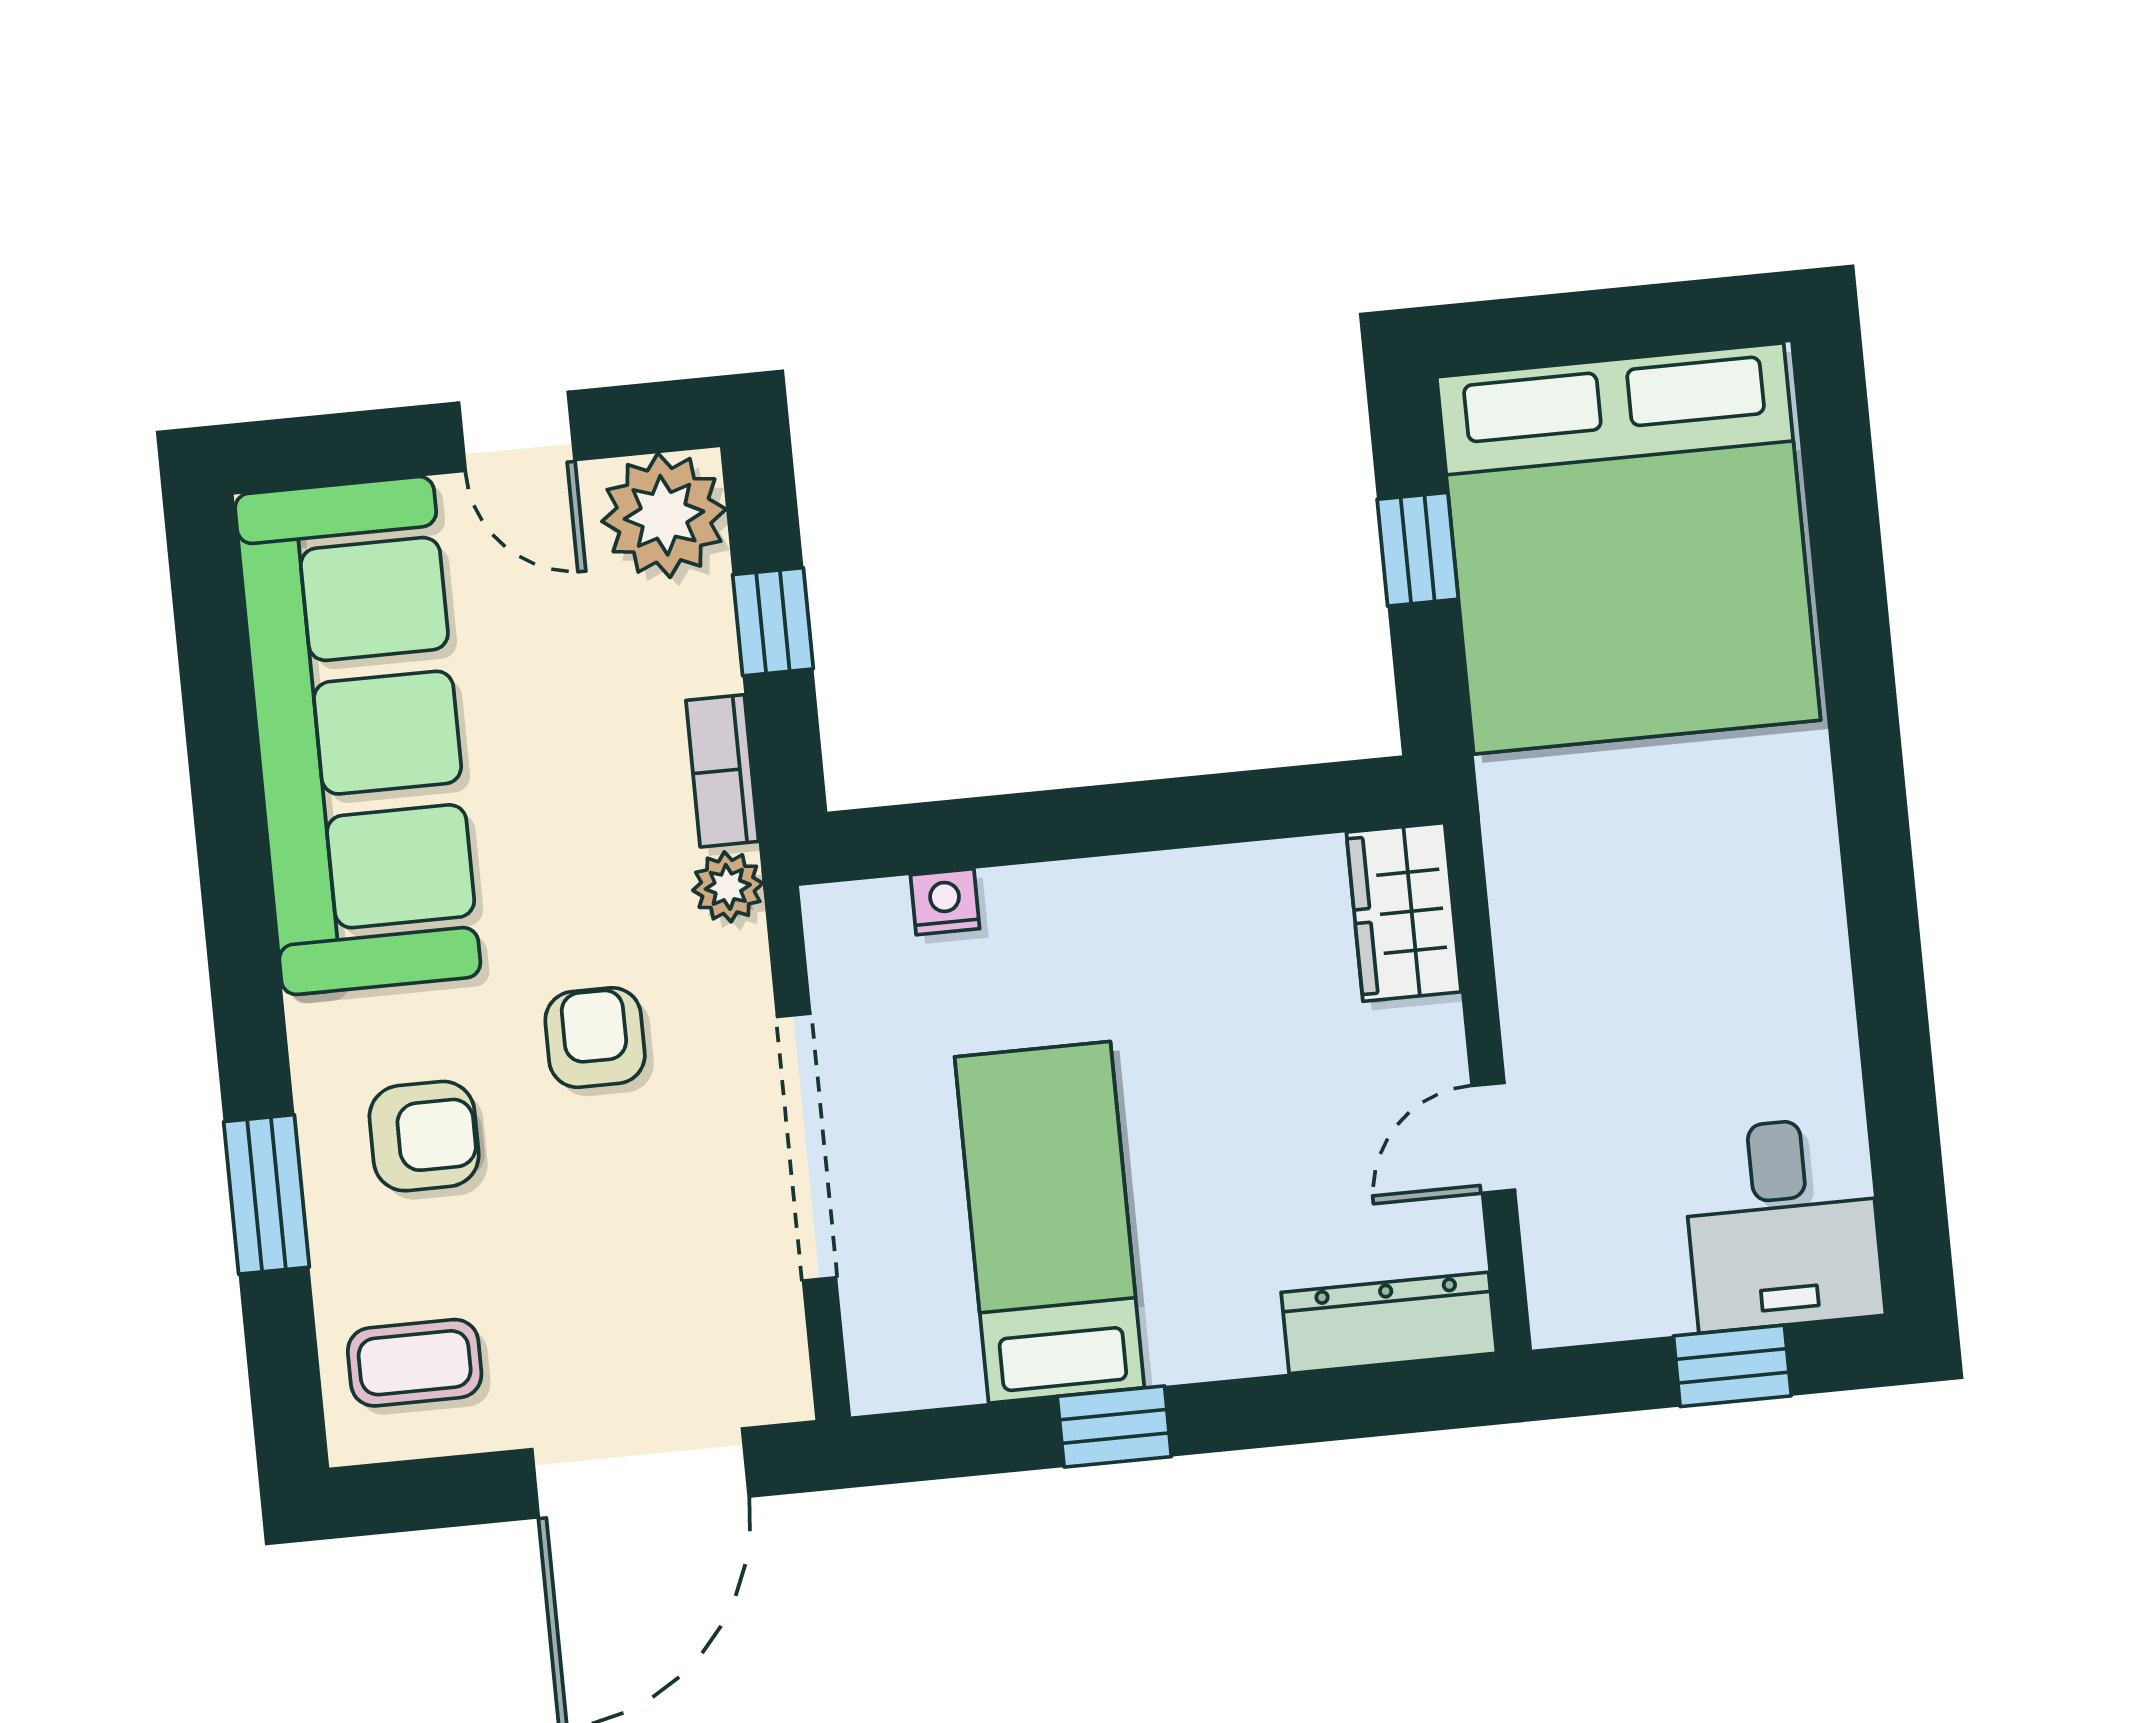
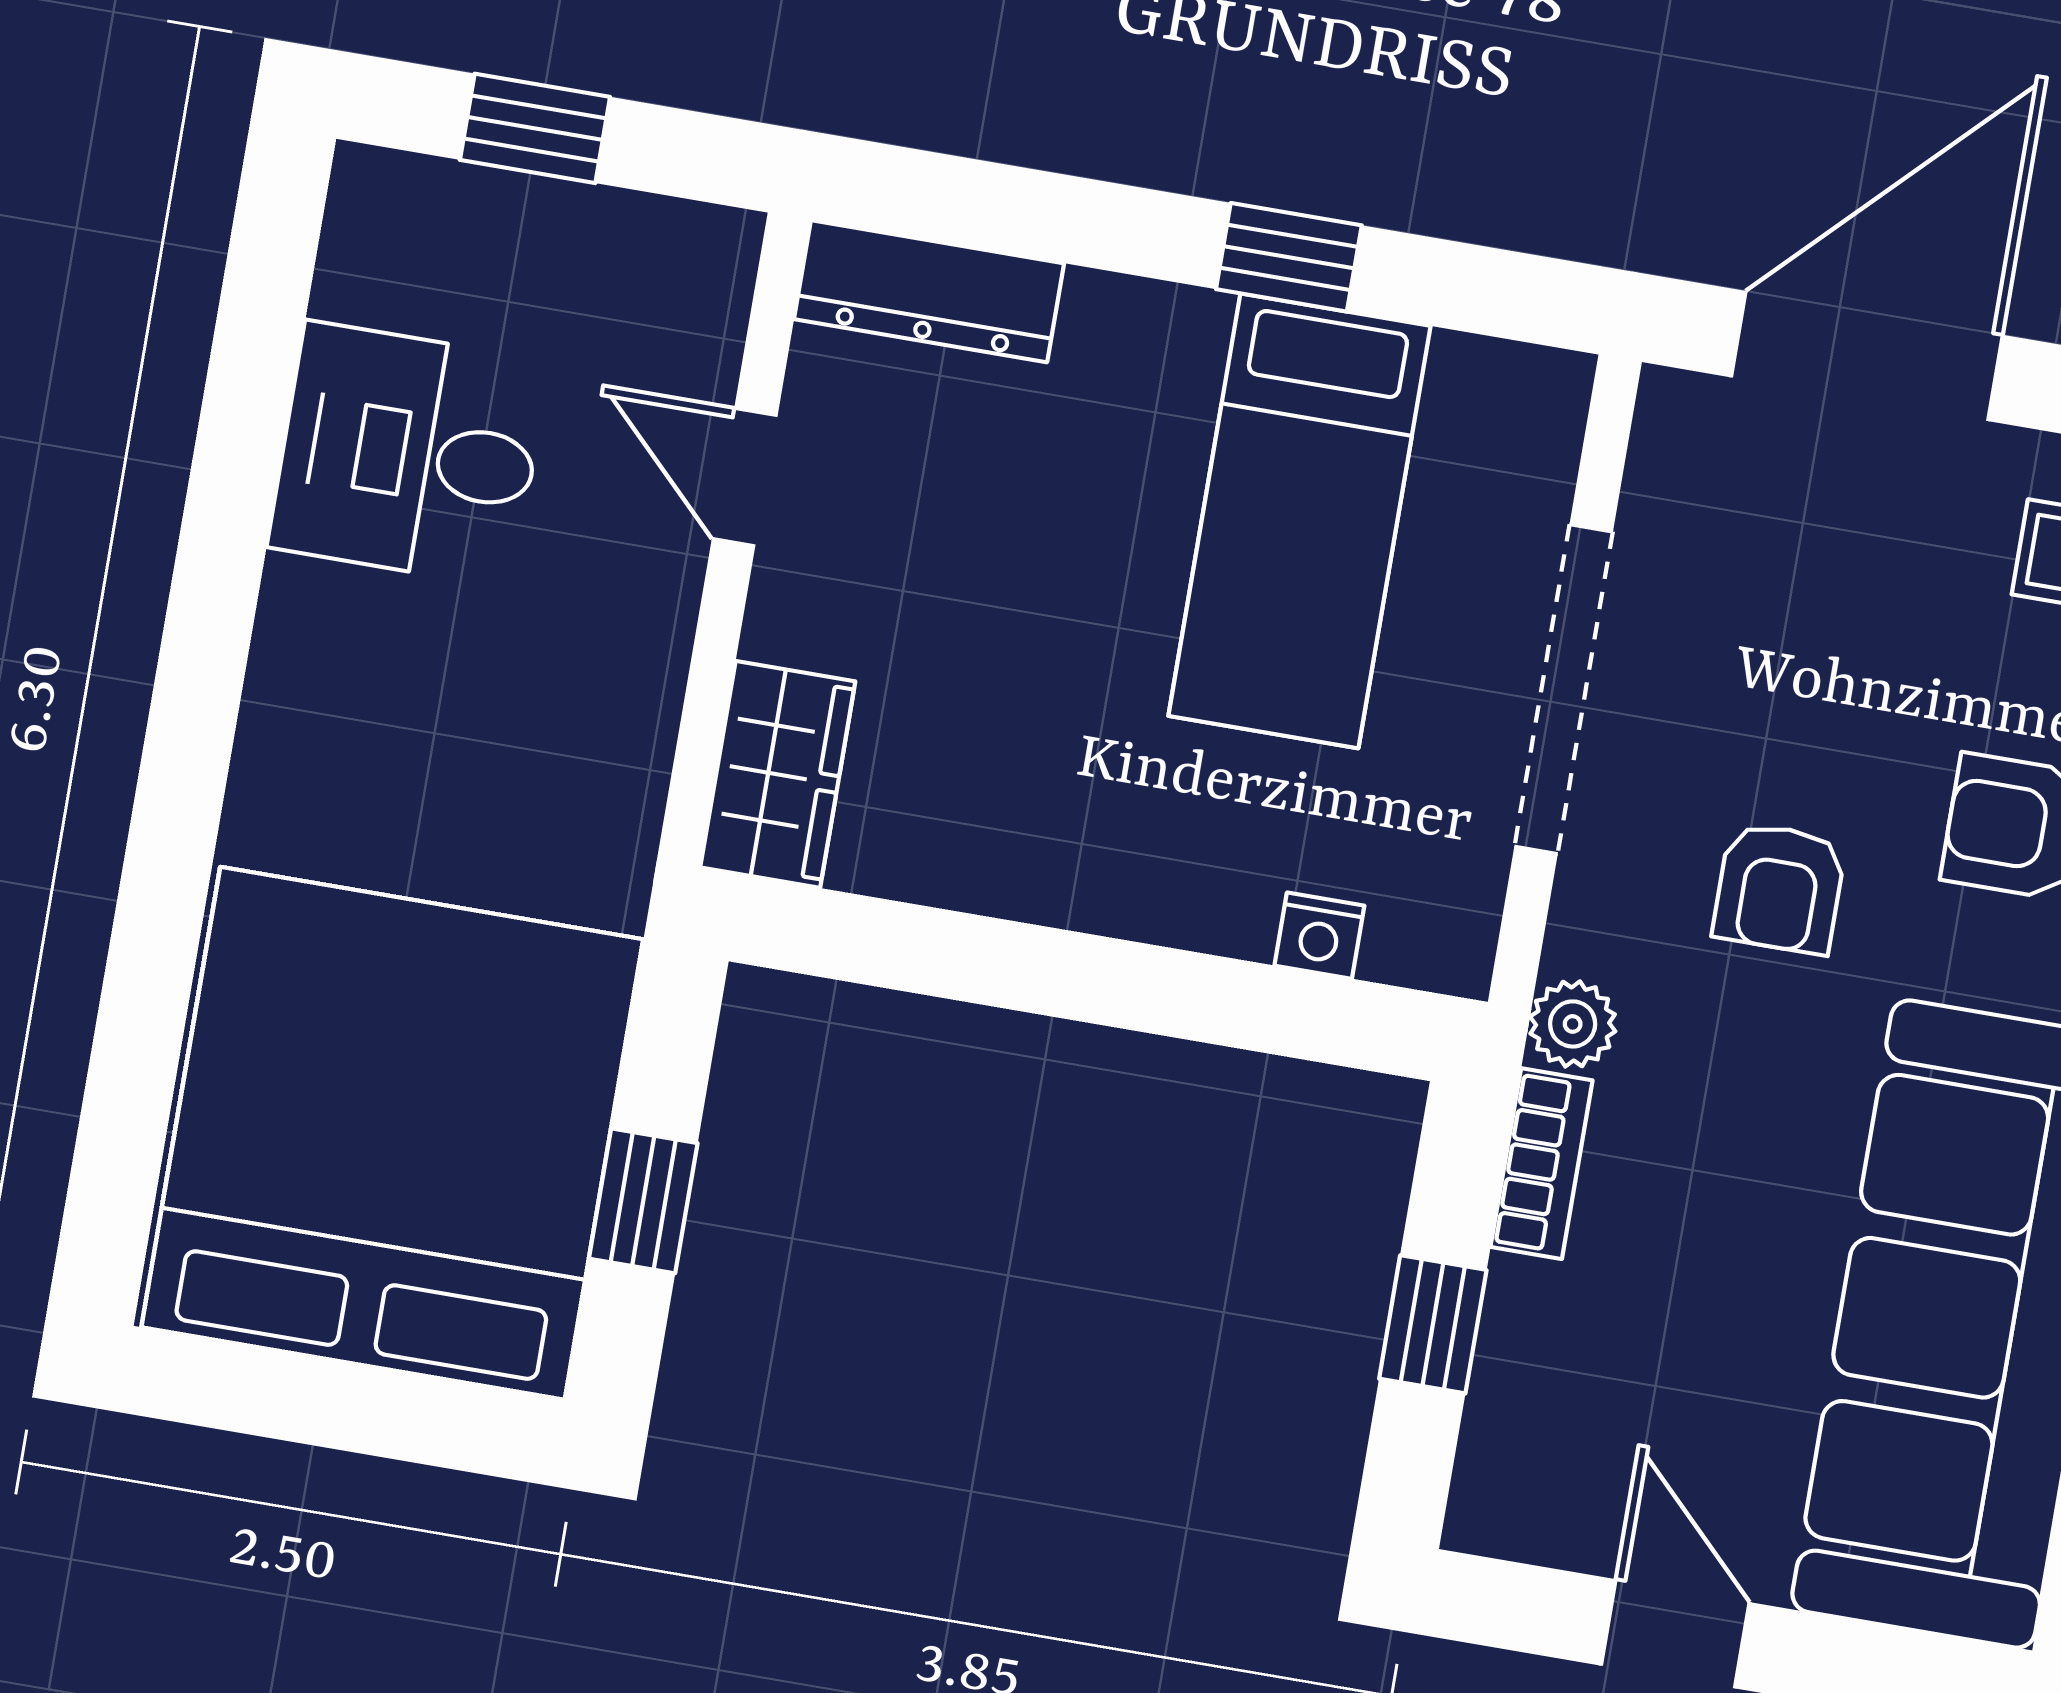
plant: (664, 515) -> (1528, 1486), removed
door: (1493, 1138) -> (745, 477), swing flipped
desk: (1782, 1224) -> (409, 454), moved, turned -90

